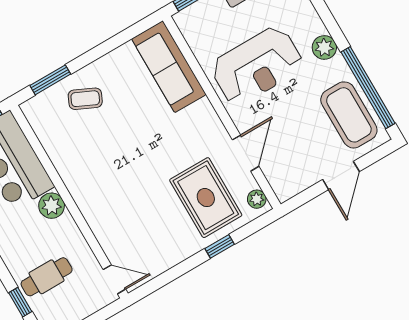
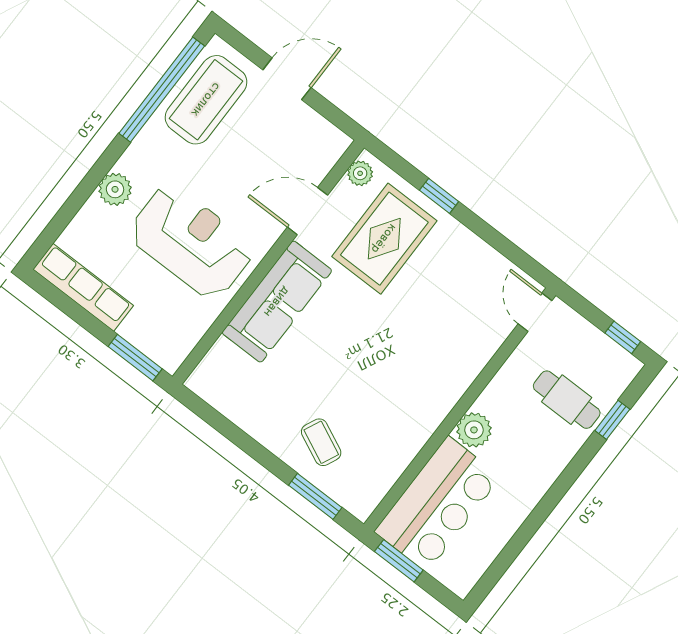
plant: (324, 47) -> (115, 189), moved
sofa: (169, 67) -> (277, 302), moved

